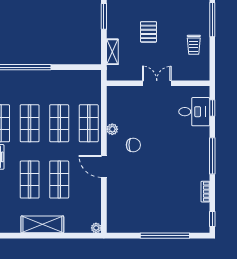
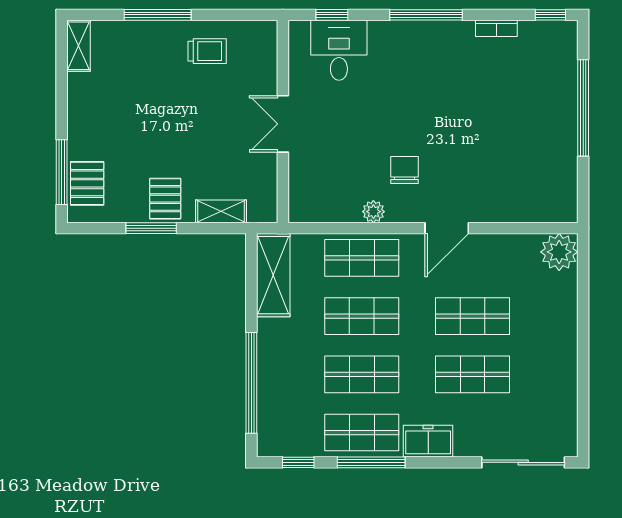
pallet: (148, 32) -> (165, 199), moved, turned 90
shelving: (42, 224) -> (273, 275), moved
plant: (96, 228) -> (559, 252), width x1.87, depth x1.87

